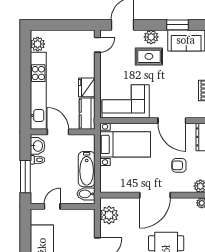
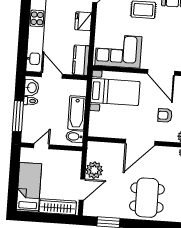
fridge: (87, 87) -> (83, 21), moved
plant: (109, 215) -> (94, 170), moved

